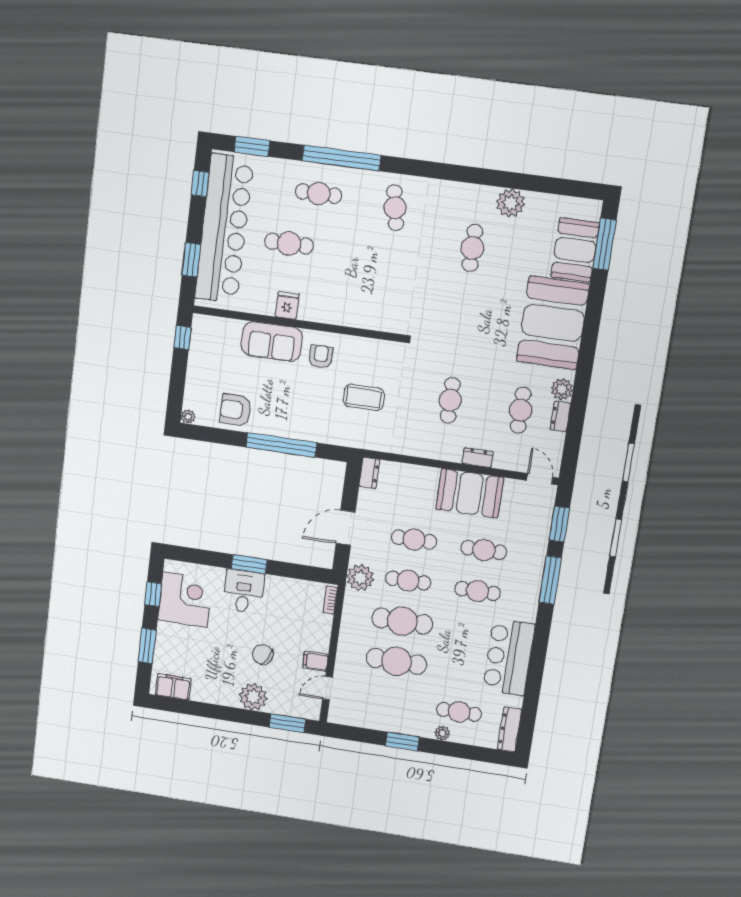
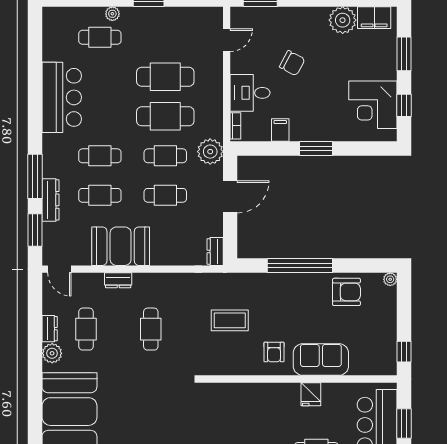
desk: (243, 591) -> (250, 93), moved, turned 90
filing cabinet: (315, 661) -> (280, 130), moved, turned -90
plant: (253, 697) -> (343, 20), moved
dresser: (509, 729) -> (51, 200), moved

